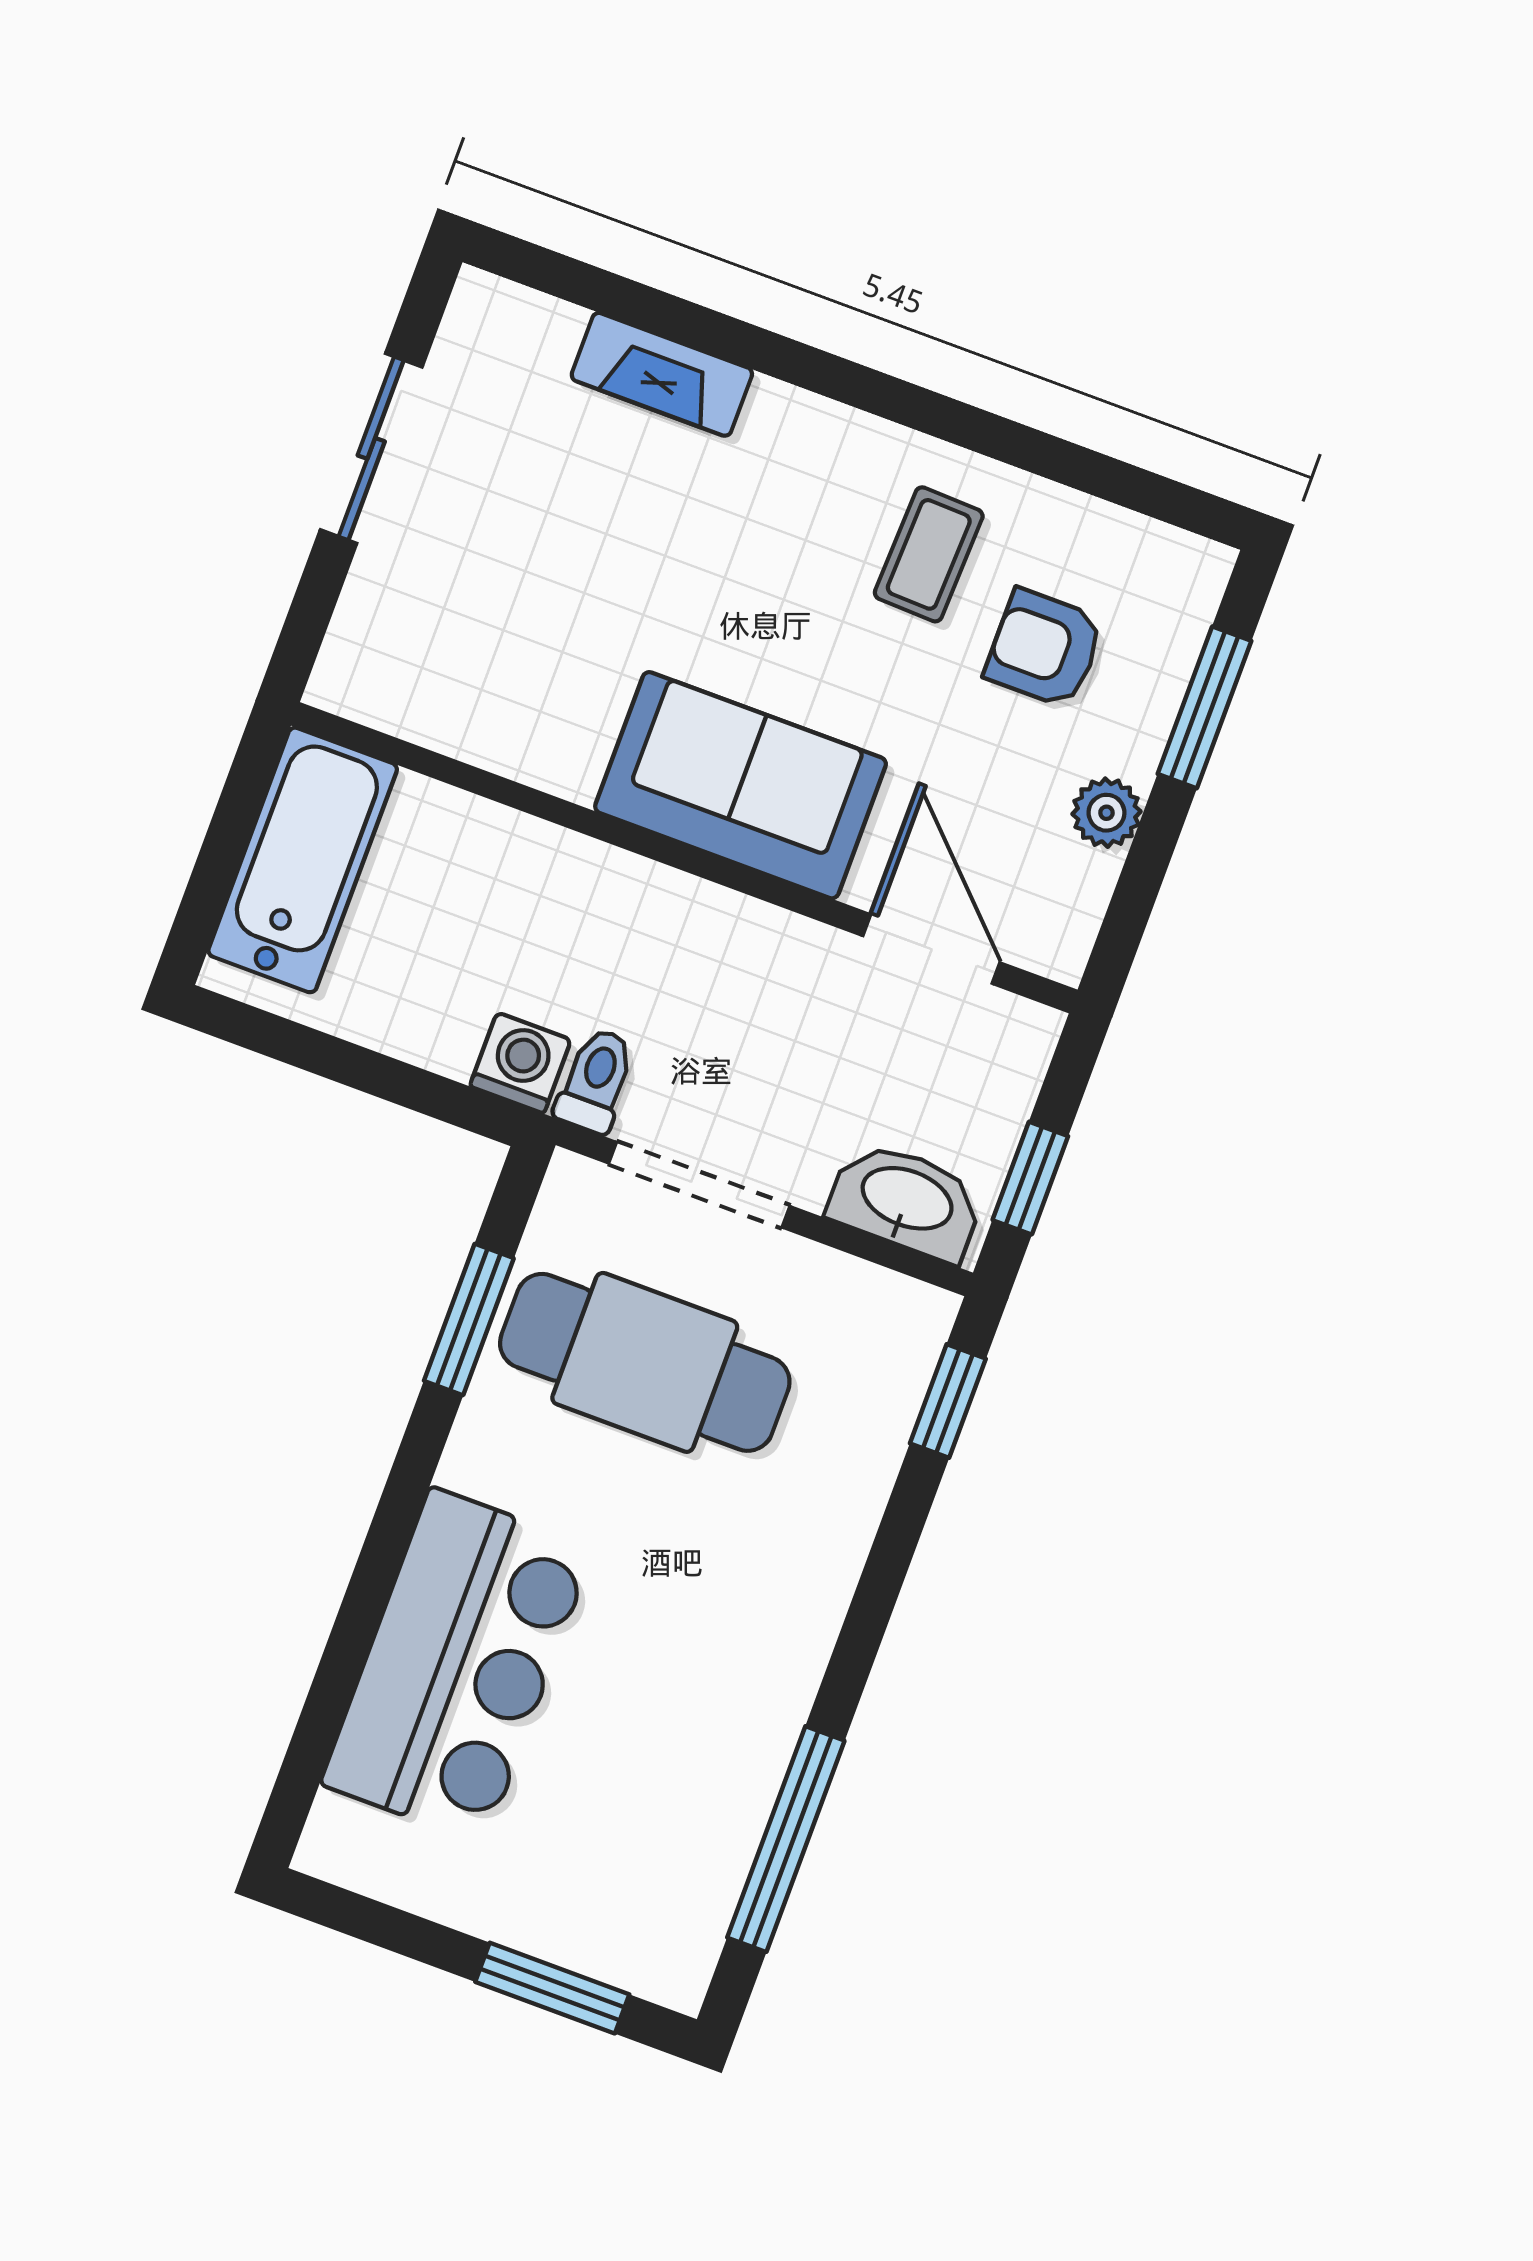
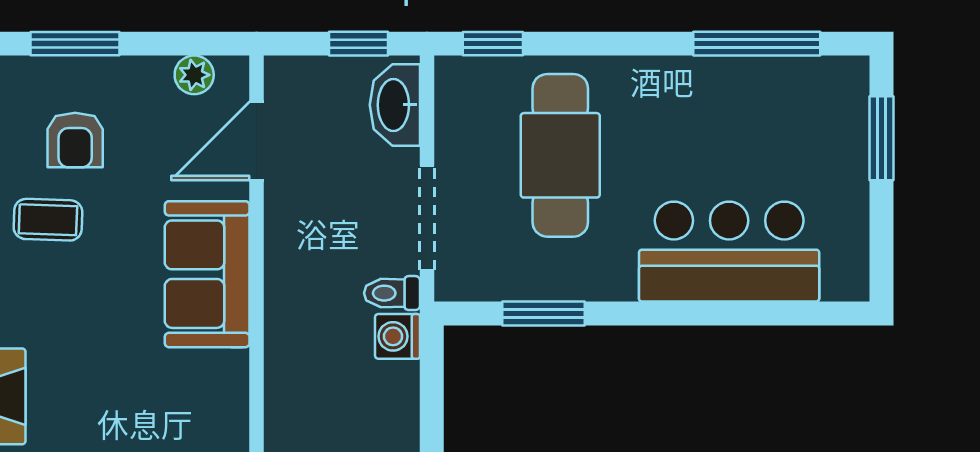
plant: (1107, 813) -> (194, 75), moved
cafe table: (645, 1362) -> (560, 155), moved

